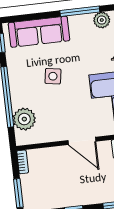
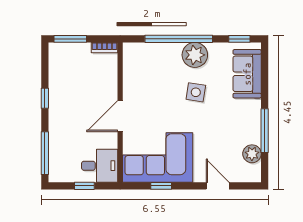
sofa: (39, 32) -> (247, 74), width x0.73
plant: (24, 119) -> (195, 55), moved

